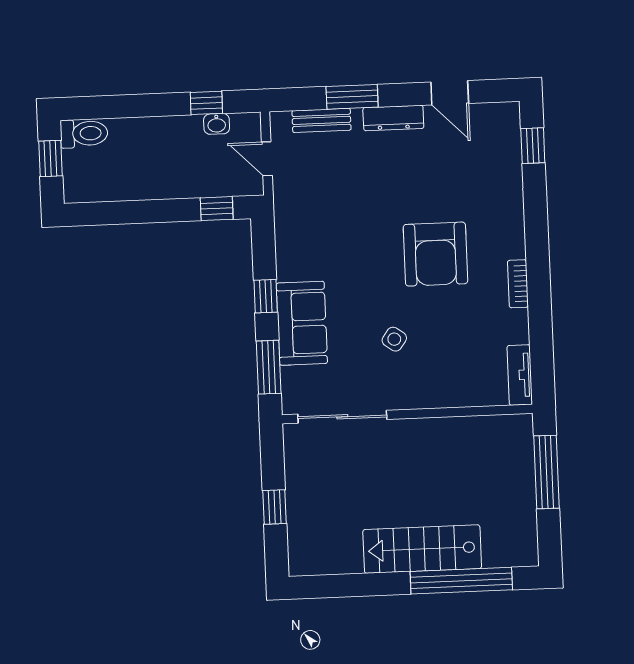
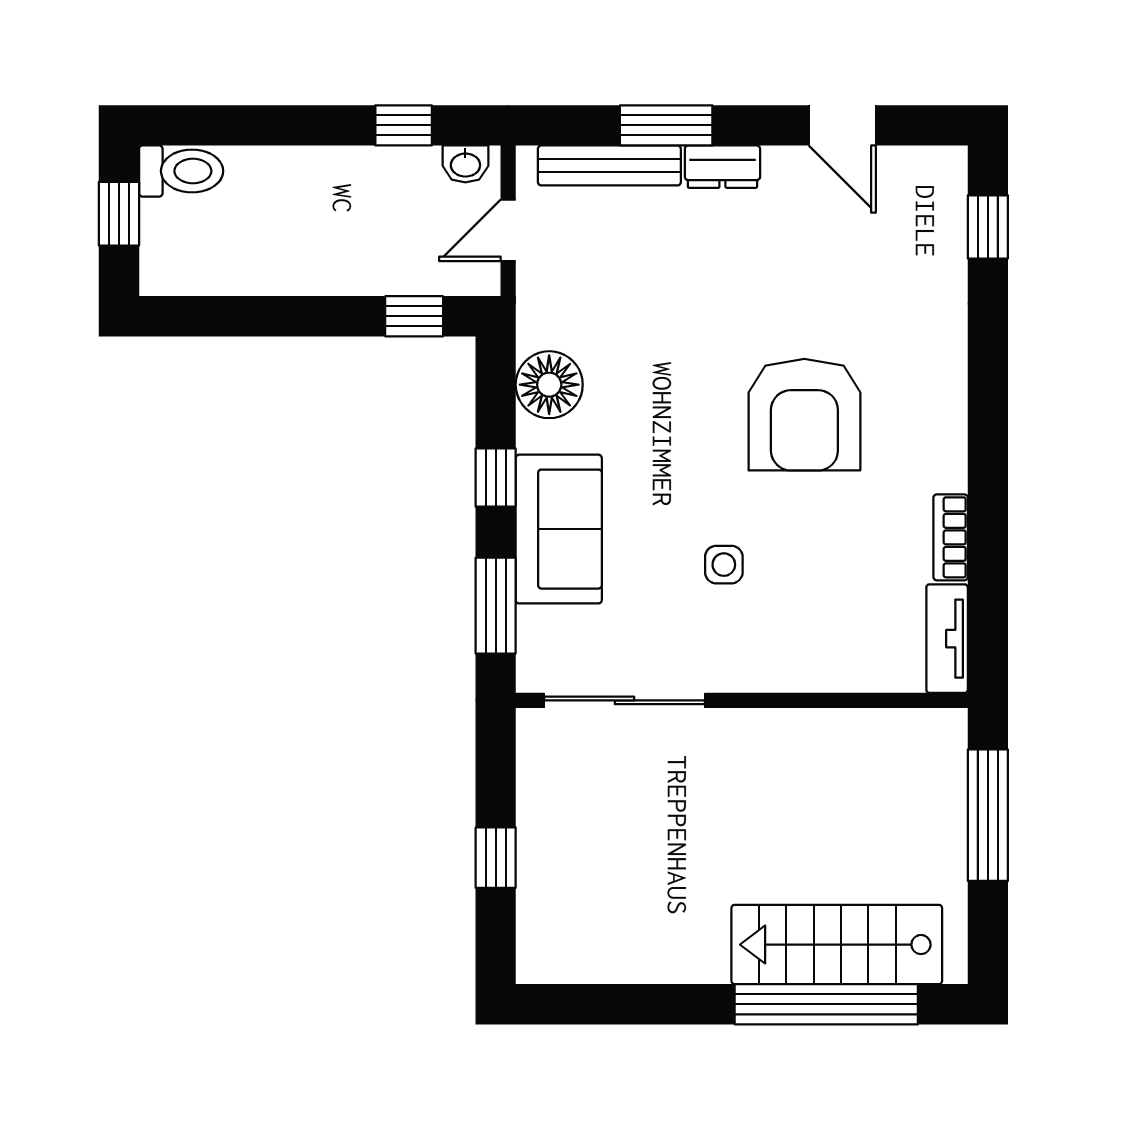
dresser: (393, 118) -> (722, 167), width x0.70
bench: (321, 120) -> (609, 165), width x1.36
washbasin: (217, 124) -> (465, 164), moved
door: (267, 159) -> (508, 230), hinge flipped
floor lamp: (293, 243) -> (549, 385), added
bookcase: (518, 284) -> (951, 537), moved
side table: (394, 339) -> (724, 565), turned -36
stairs: (422, 549) -> (837, 945), moved

